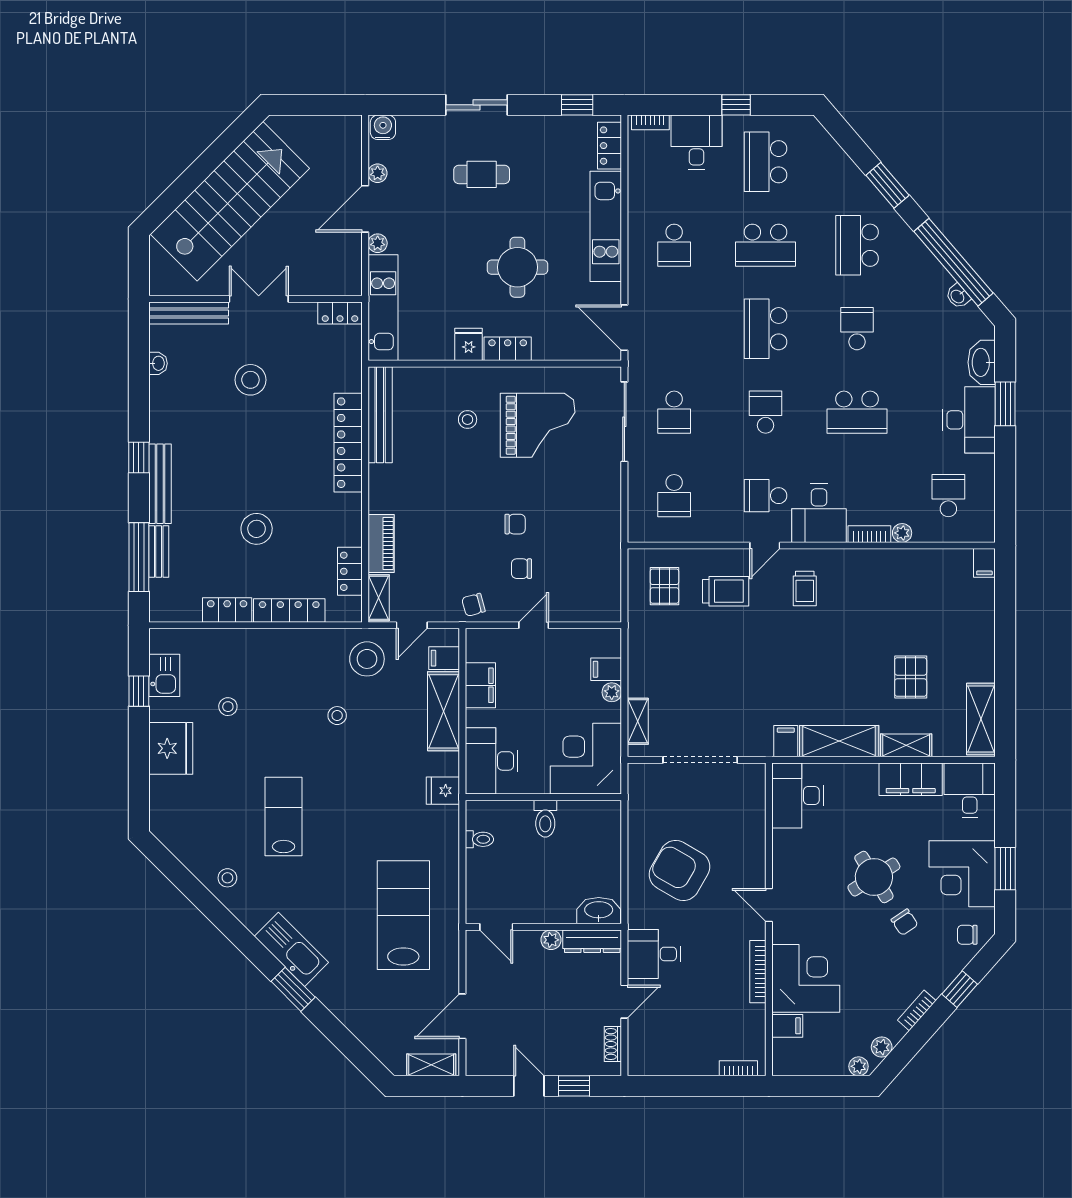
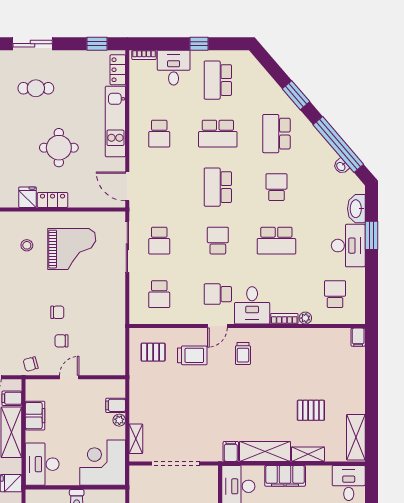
pallet: (664, 586) -> (153, 352), turned 90
pallet: (911, 677) -> (311, 410), turned 90
filing cabinet: (911, 779) -> (285, 476), moved

